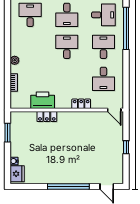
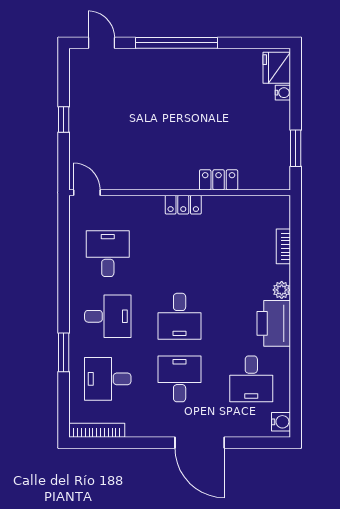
window: (126, 28) -> (64, 352), width x0.47
desk: (103, 47) -> (108, 316), turned -90
printer: (43, 100) -> (274, 323), moved, turned 90
locker: (81, 104) -> (183, 205), moved

